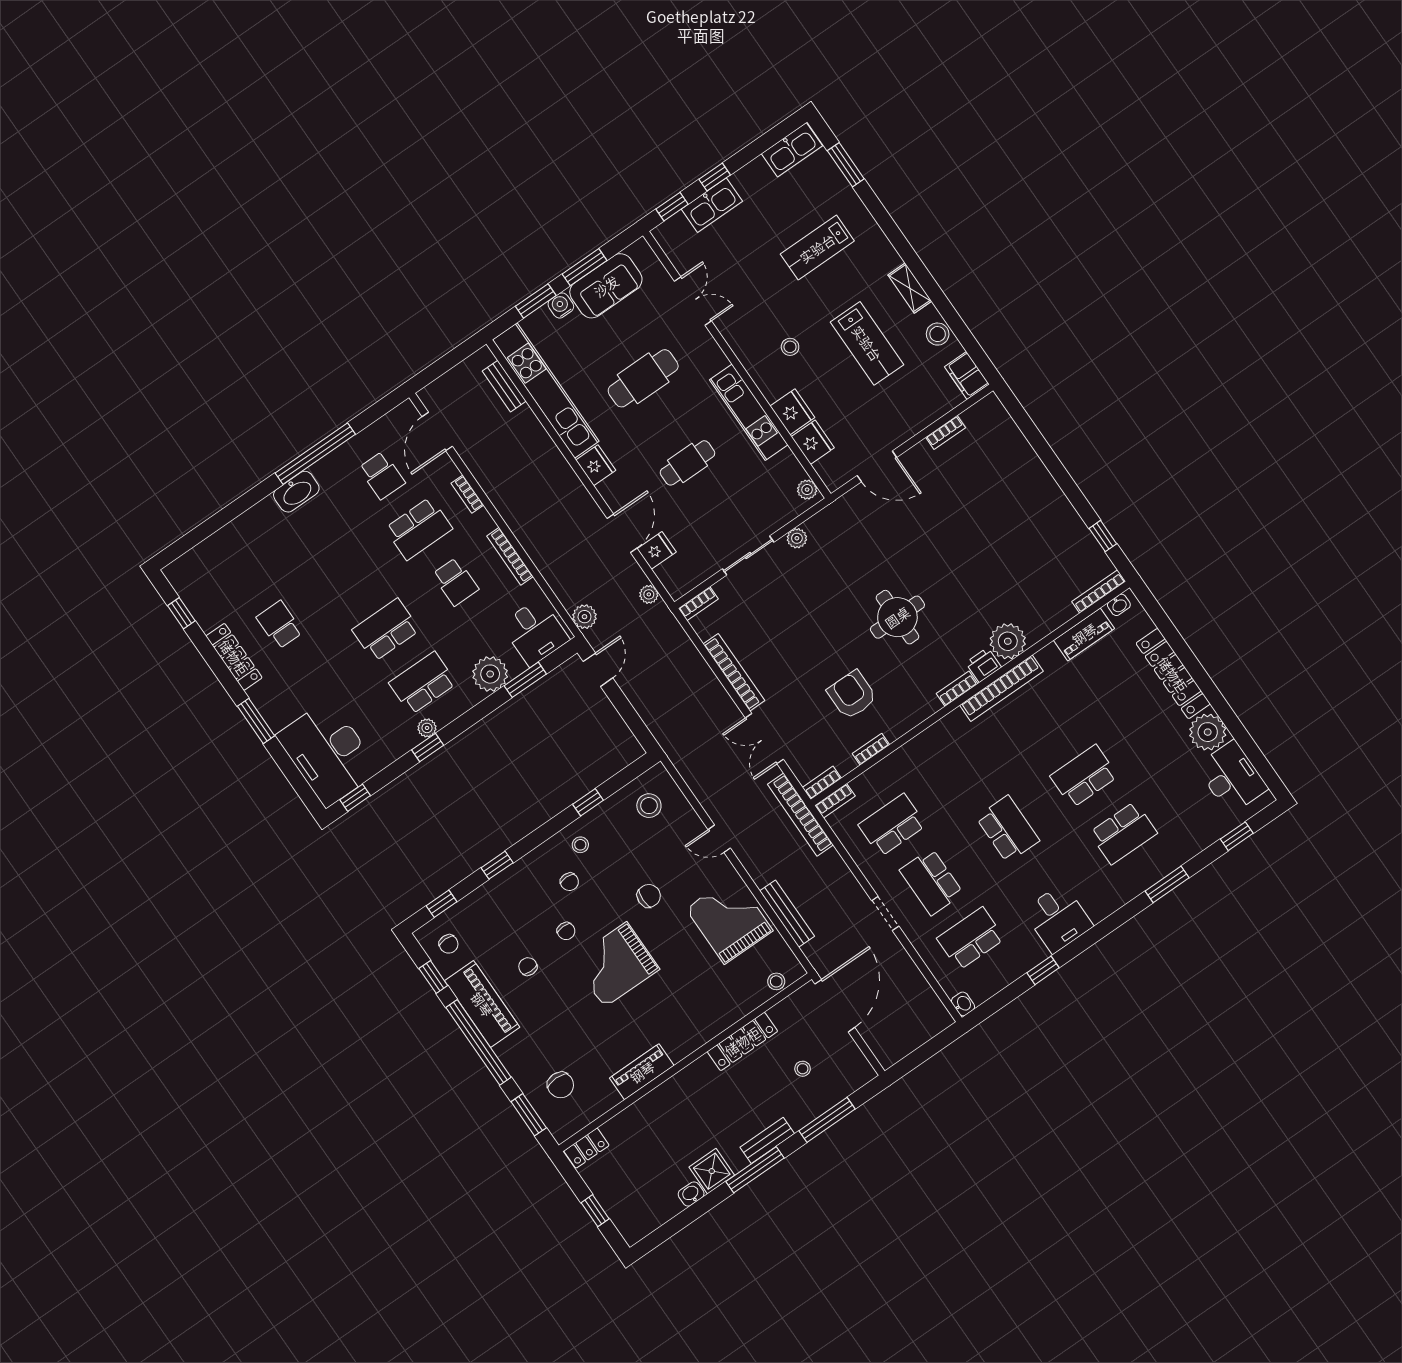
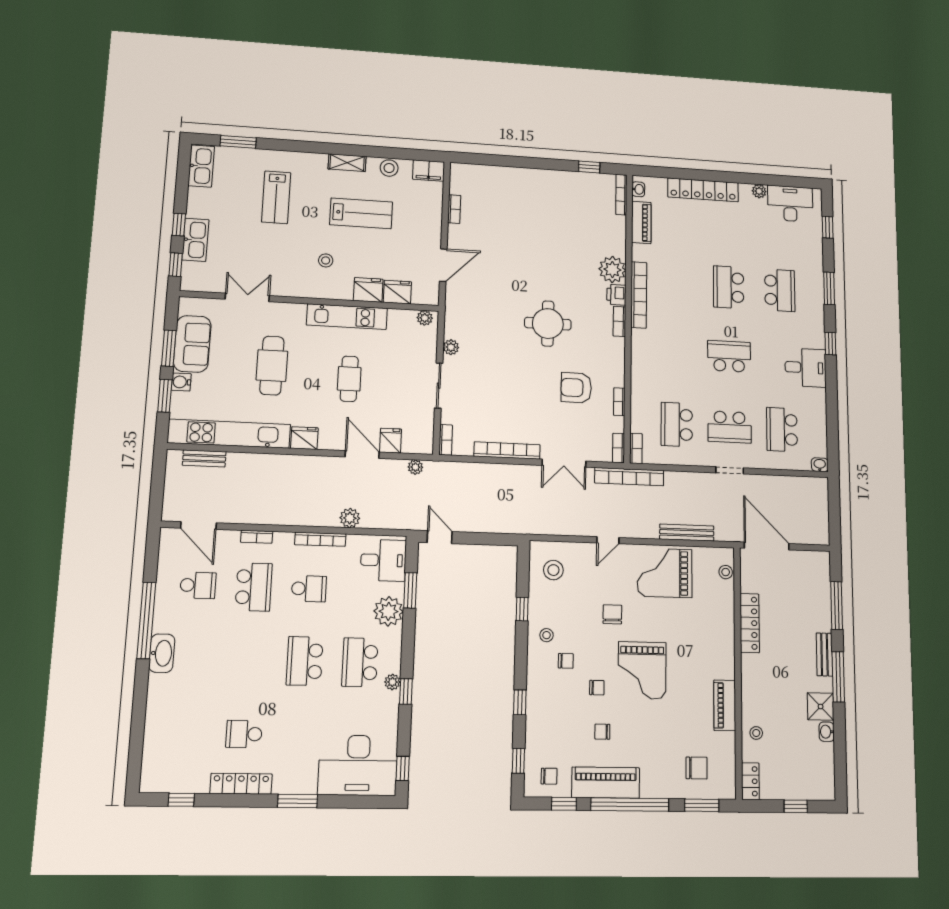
plant: (584, 617) -> (350, 518), moved
plant: (1208, 732) -> (759, 191), width x0.53, depth x0.53
window: (1043, 970) -> (830, 344), moved
stool: (803, 1069) -> (756, 733), moved

